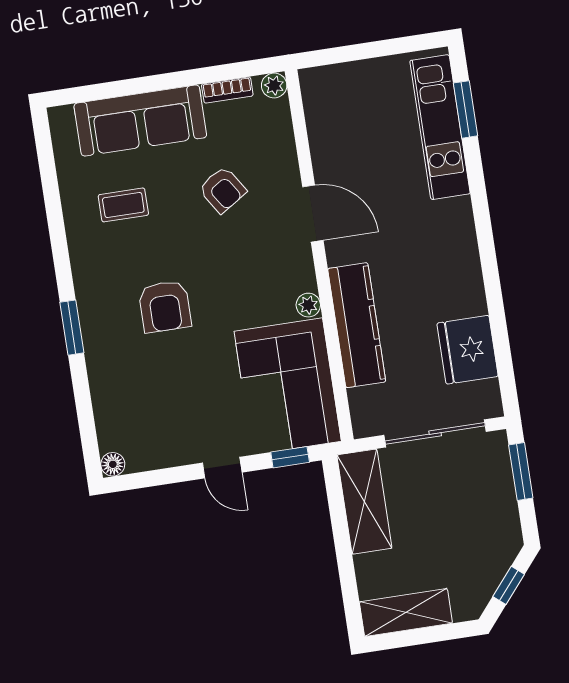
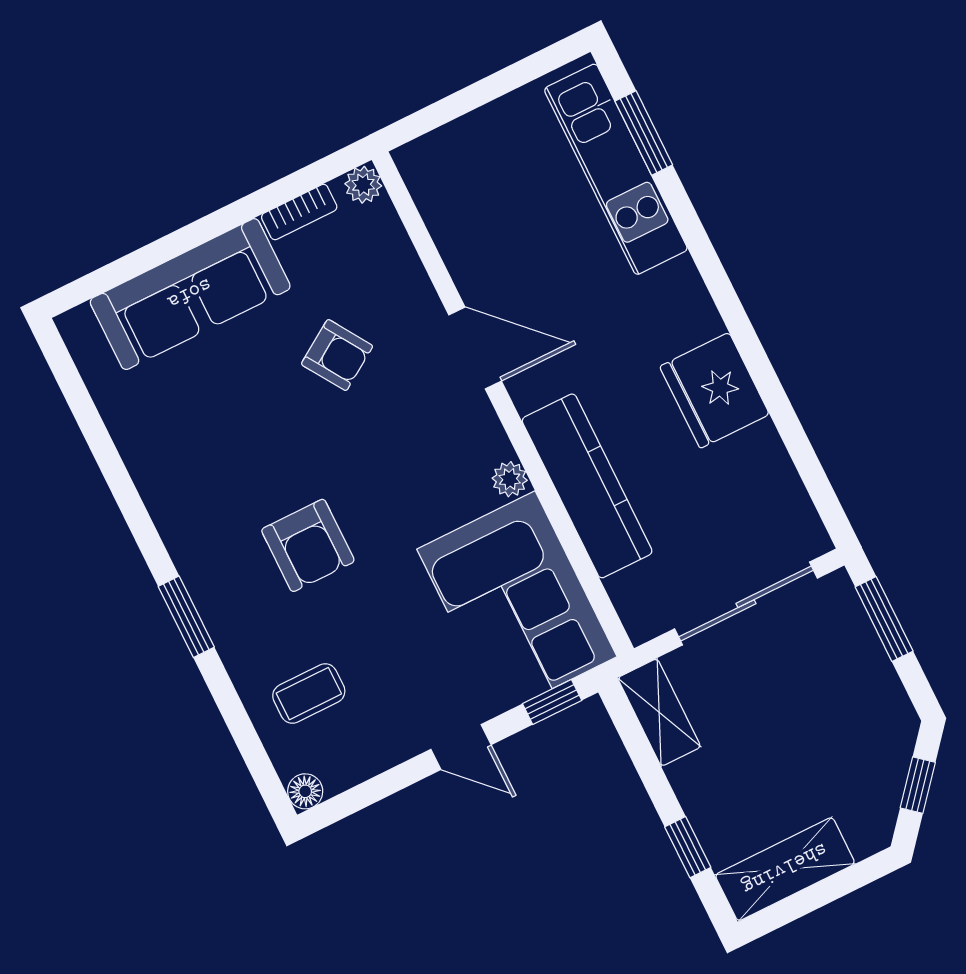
coffee table: (123, 205) -> (309, 694), moved
fridge: (468, 350) -> (715, 390), moved
shelving: (364, 502) -> (659, 712), width x0.67, depth x0.75
window: (348, 578) -> (688, 847), added

